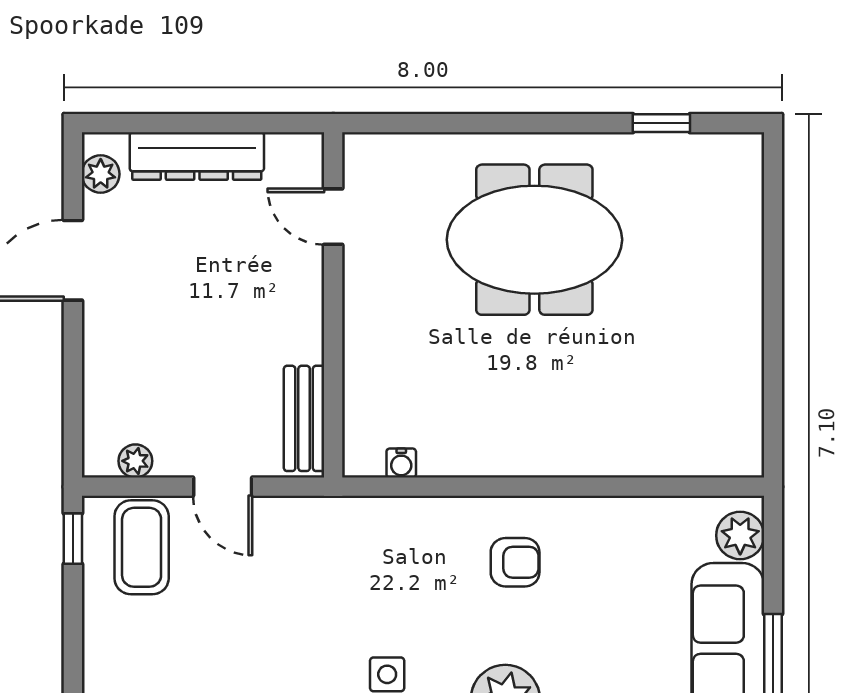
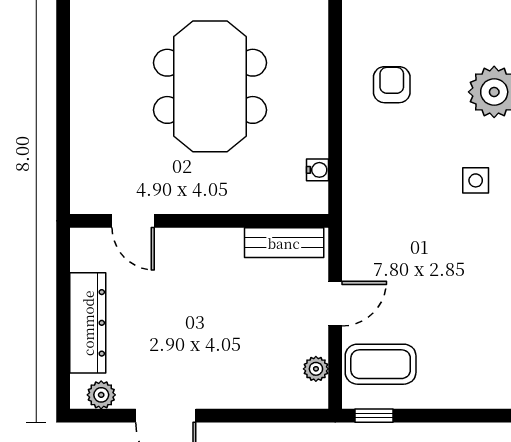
door: (333, 217) -> (133, 221), hinge flipped
meeting table: (534, 240) -> (210, 86), moved

